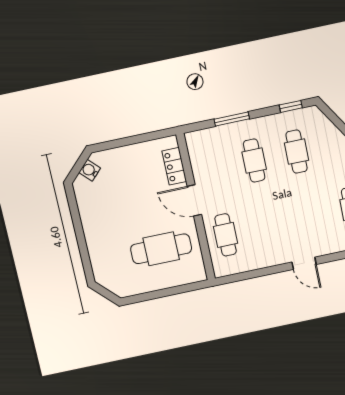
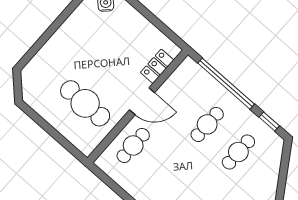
window: (232, 119) -> (226, 84), width x2.11
door: (194, 200) -> (142, 101), swing flipped

